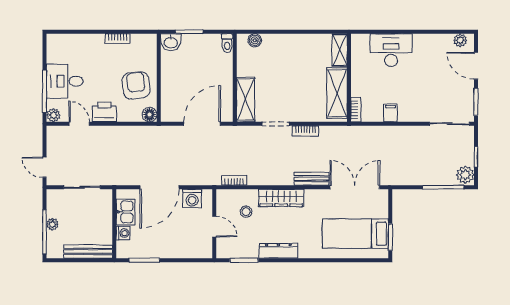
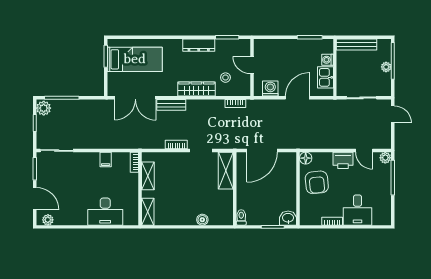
boiler: (255, 40) -> (202, 220), moved
desk: (65, 81) -> (357, 210), moved, turned 90
shelving: (337, 93) -> (148, 176), width x0.67, depth x0.75
door: (159, 187) -> (297, 98), width x0.73

